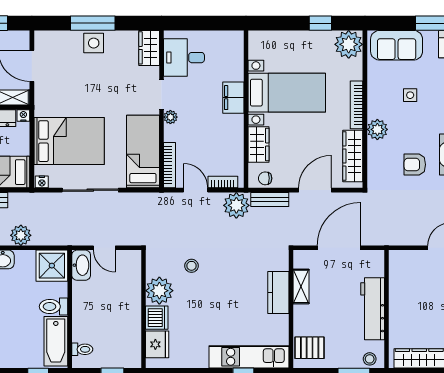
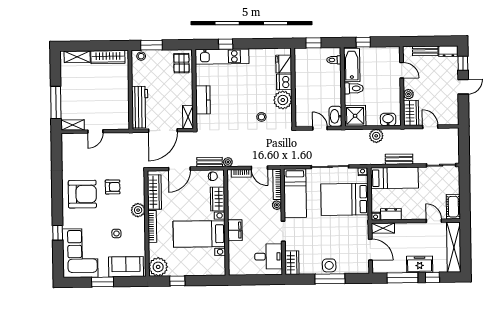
plant: (170, 117) -> (277, 205), moved
plant: (236, 205) -> (228, 162), width x0.53, depth x0.53
shelving: (301, 286) -> (188, 117), moved
workbench: (373, 309) -> (140, 107), moved
pallet: (310, 348) -> (181, 63), turned 90

